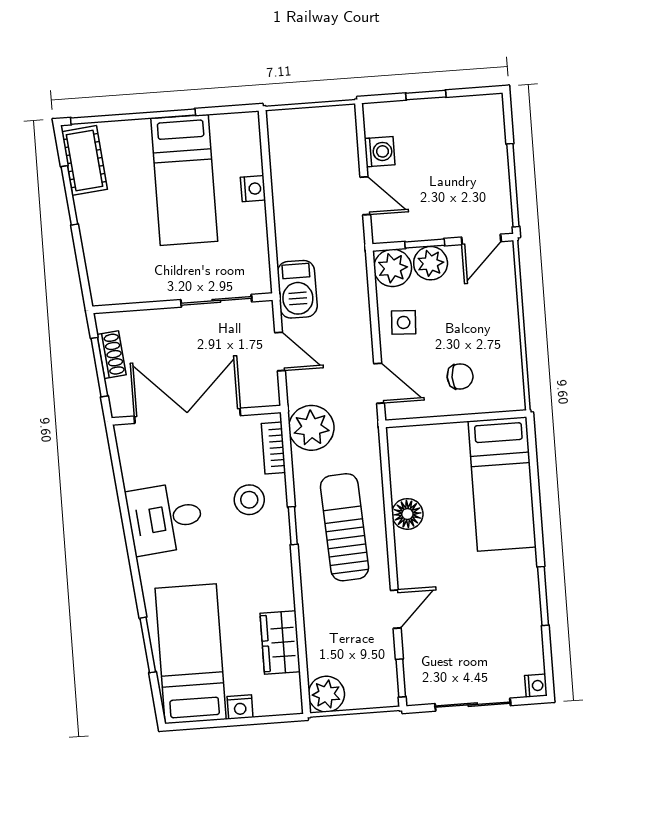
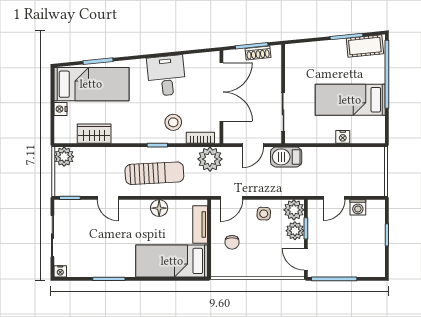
tv unit: (432, 437) -> (200, 225), added

